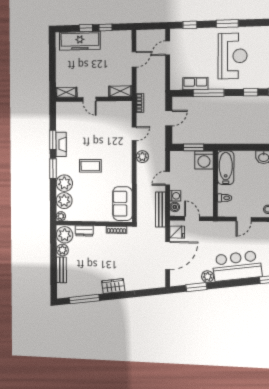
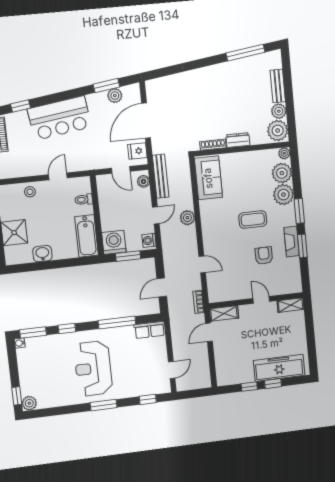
door: (134, 59) -> (209, 332), moved
row of seats: (195, 84) -> (150, 330), moved
door: (134, 134) -> (202, 264), swing flipped
armchair: (84, 135) -> (264, 256), added
plant: (142, 157) -> (187, 218), moved
washing machine: (175, 196) -> (149, 240), moved
dresser: (84, 231) -> (238, 140), moved
plant: (208, 277) -> (115, 96), moved
wardrobe: (113, 286) -> (210, 74), removed

